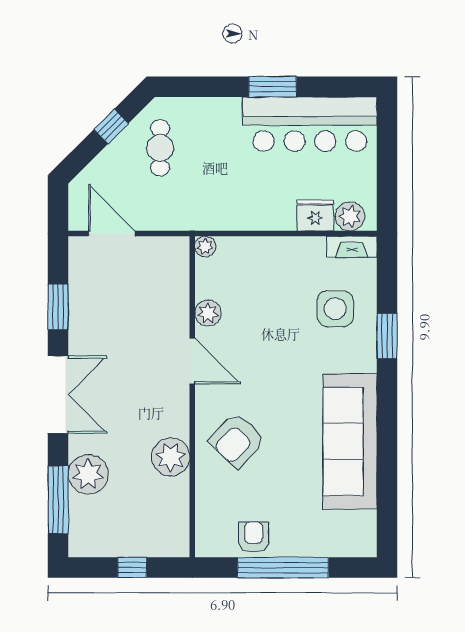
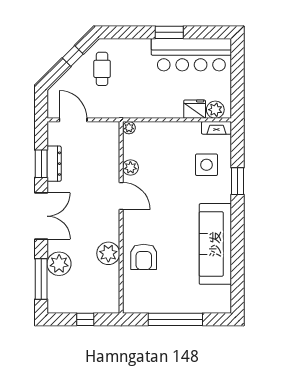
dresser: (80, 307) -> (54, 164), added
armchair: (237, 440) -> (144, 257), moved, turned -43
armchair: (253, 537) -> (158, 301), removed

